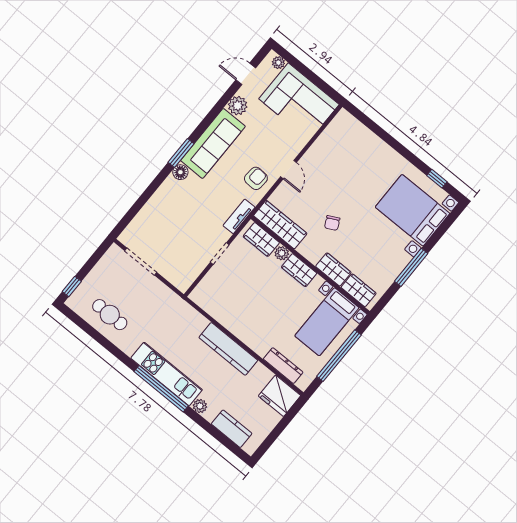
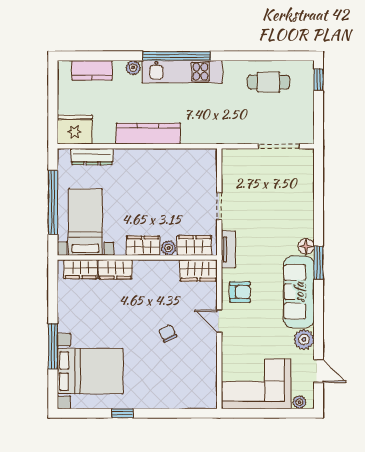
door: (246, 74) -> (319, 371), hinge flipped
armchair: (256, 178) -> (240, 292), turned -94
window: (437, 179) -> (122, 413), moved
chair: (332, 223) -> (168, 333), moved
wardrobe: (280, 225) -> (198, 270), width x0.67
window: (411, 267) -> (53, 346), moved

